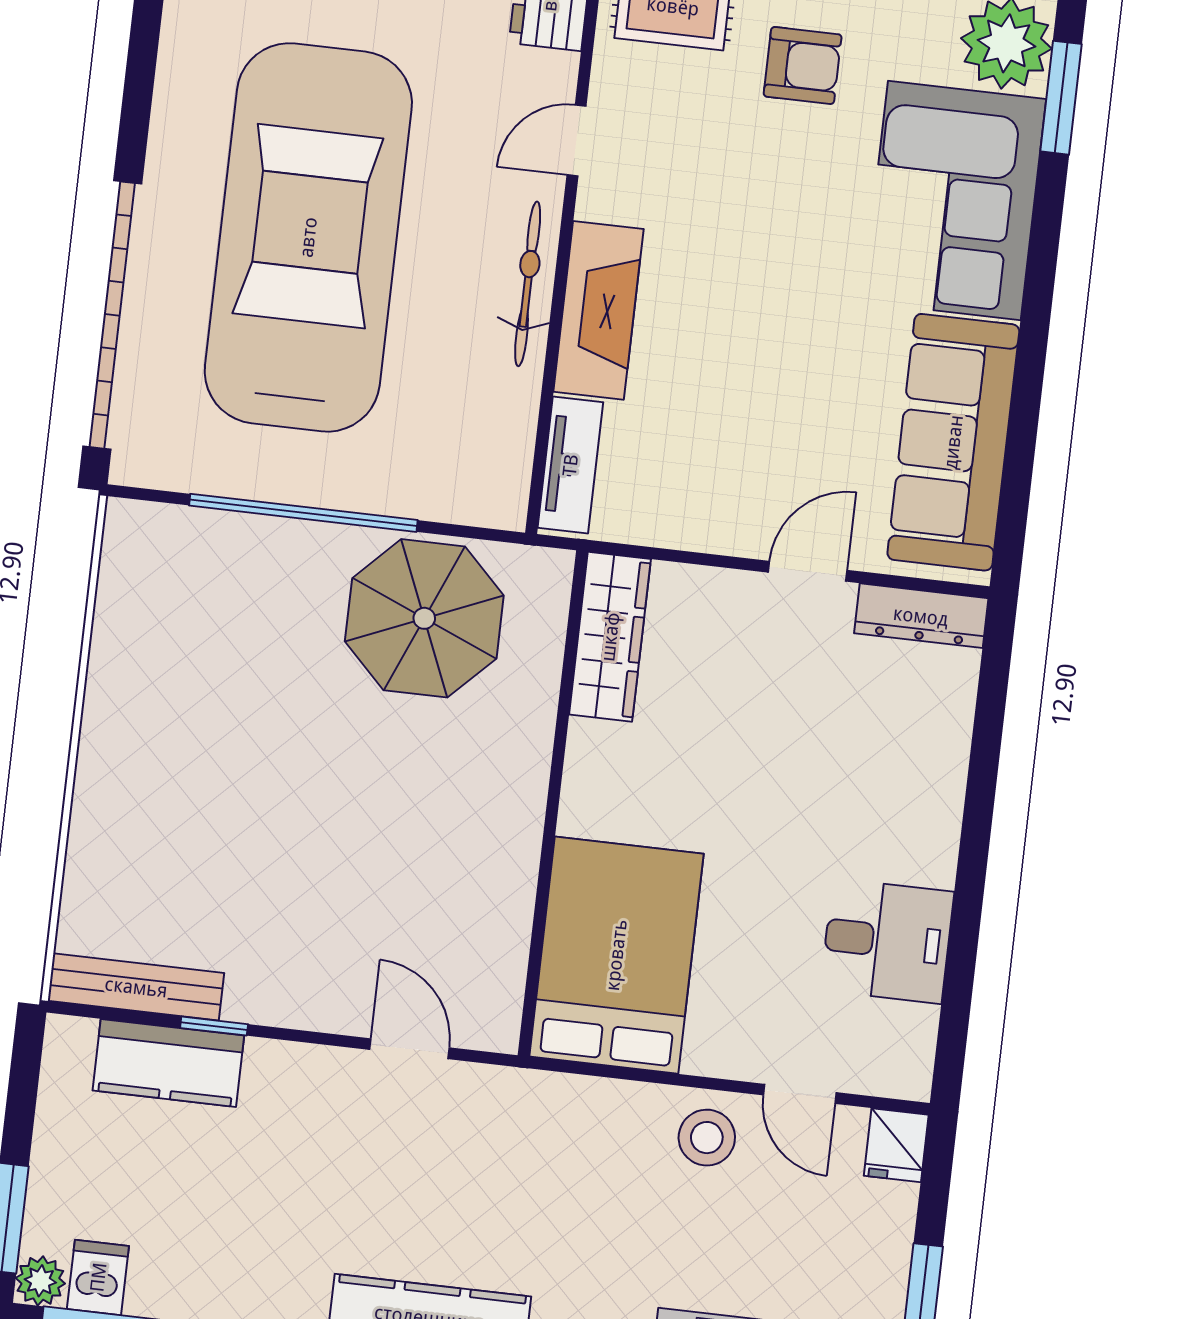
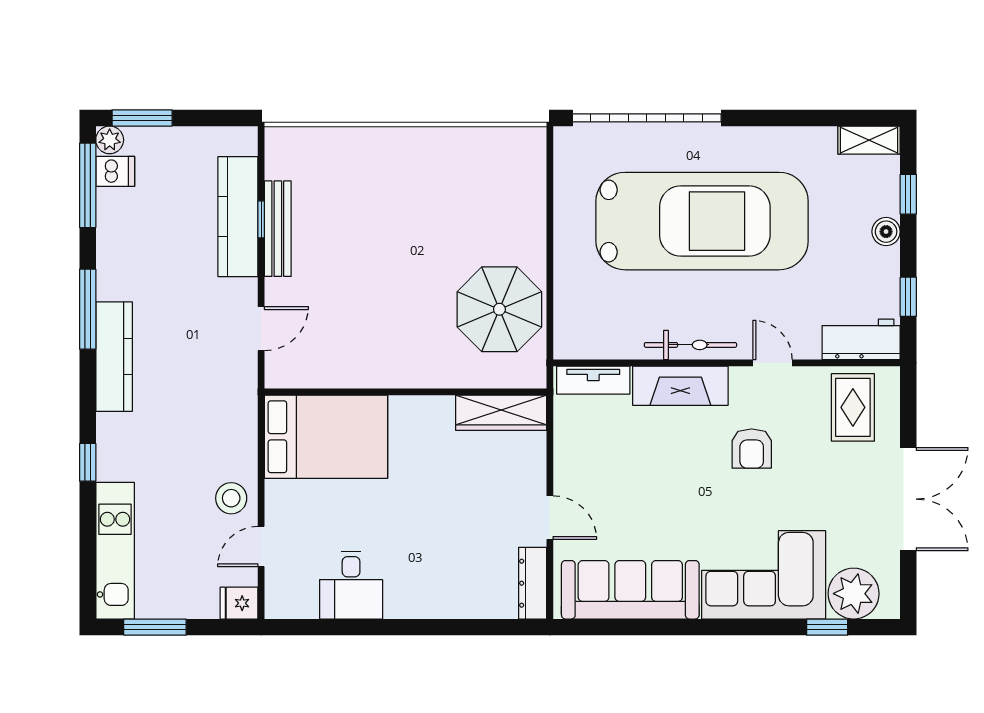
armchair: (803, 66) -> (752, 449), moved
window: (1061, 98) -> (827, 627), width x0.67
window: (303, 513) -> (550, 236), removed
bench: (136, 987) -> (278, 229), moved
kitchen counter: (168, 1063) -> (238, 217), width x1.50

